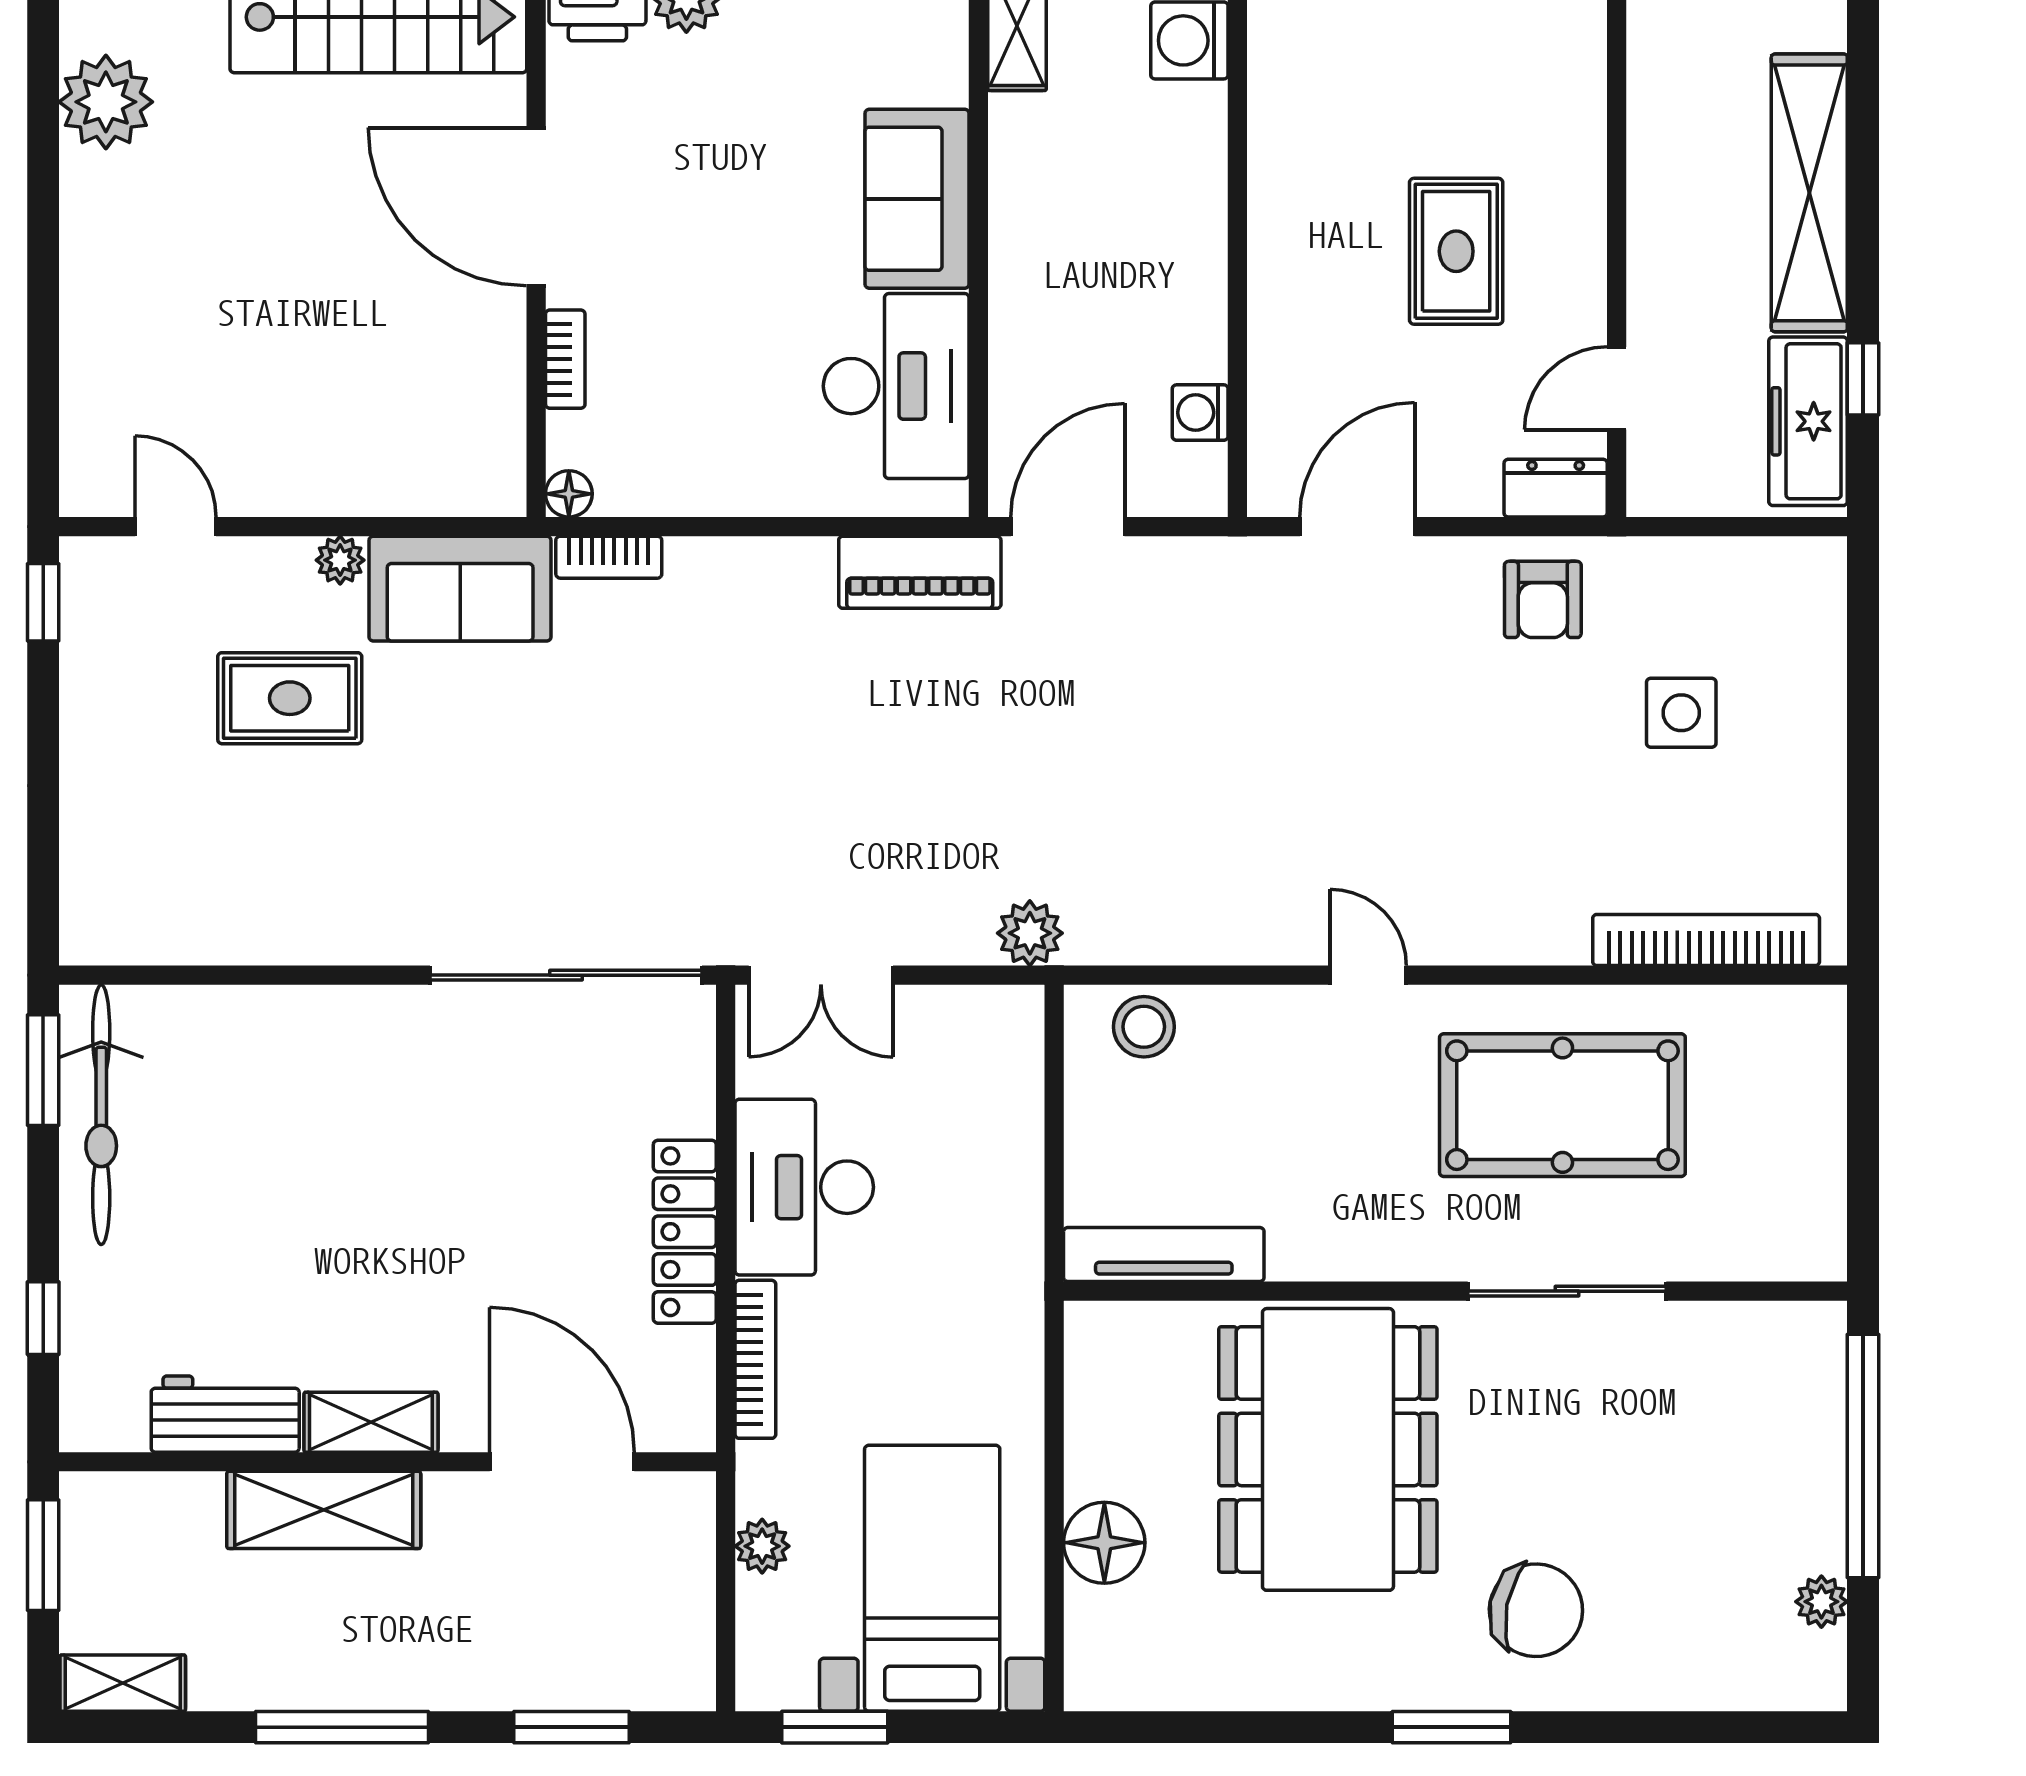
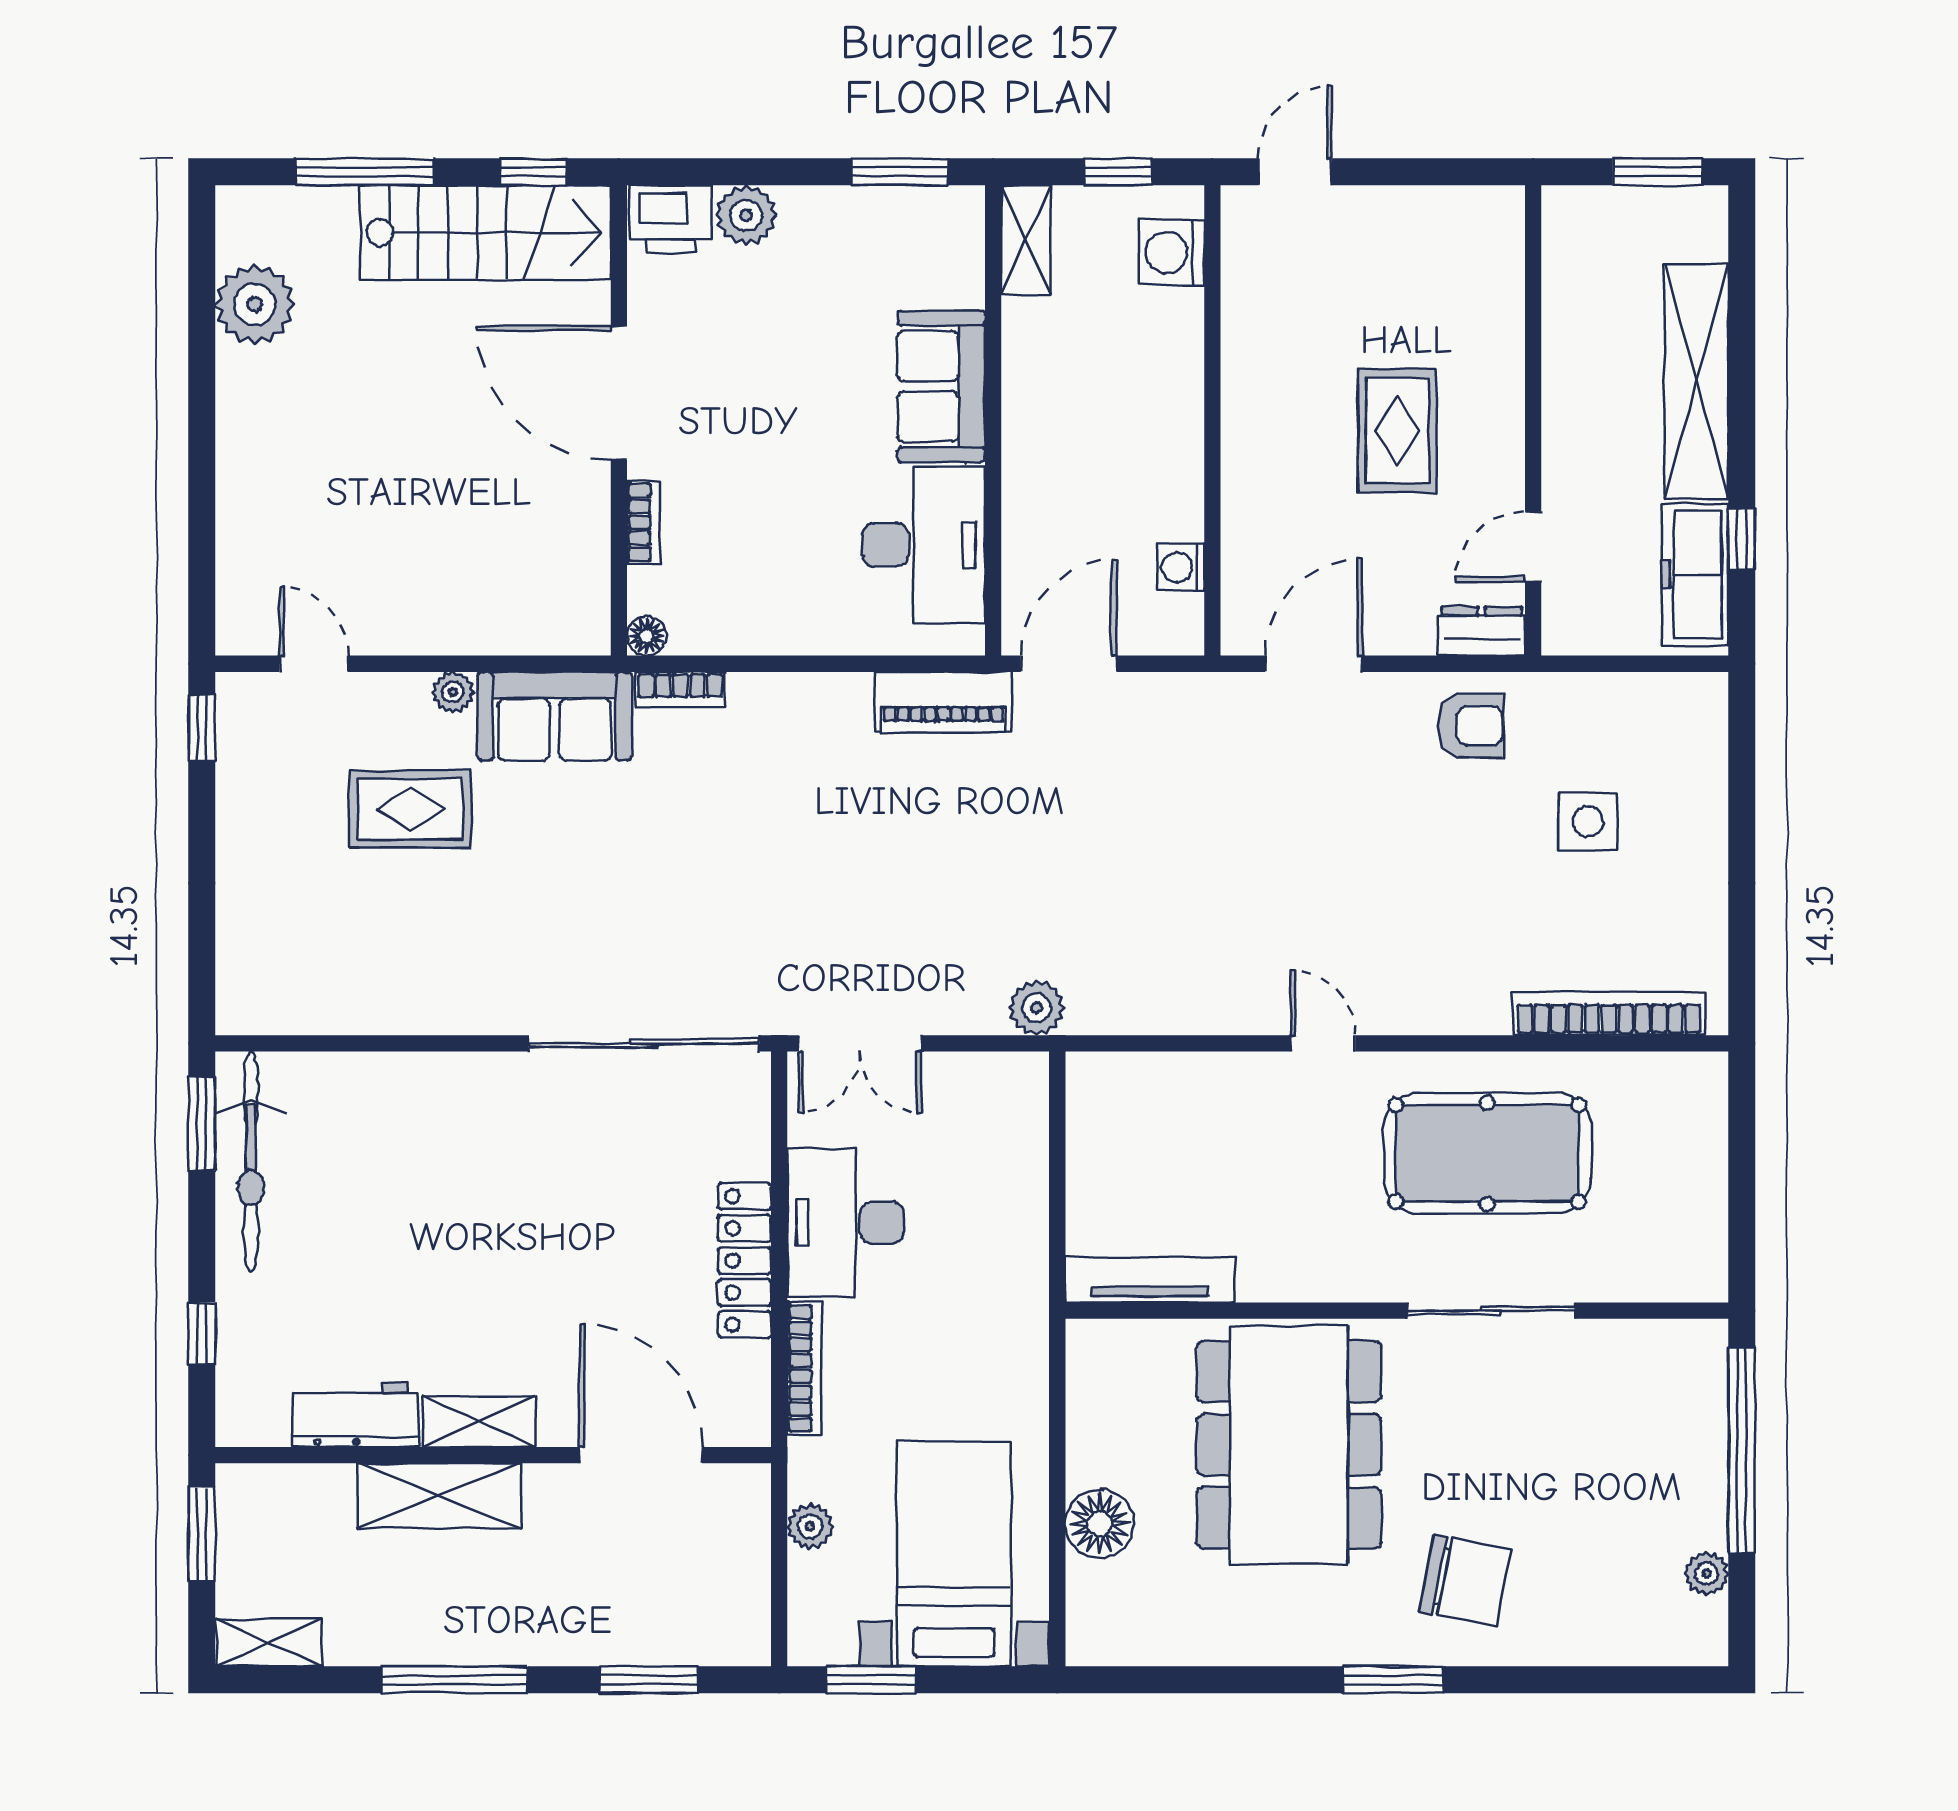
armchair: (1543, 599) -> (1471, 725), turned -90
stool: (1144, 1027) -> (1133, 1087), removed

